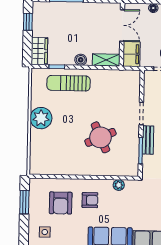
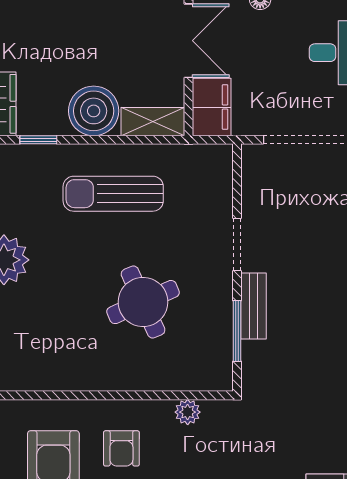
boiler: (81, 60) -> (94, 111), width x1.86, depth x1.86
sun lounger: (69, 83) -> (113, 194), moved
armchair: (90, 200) -> (121, 448), turned 90

